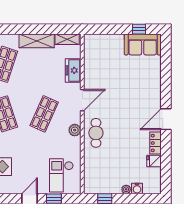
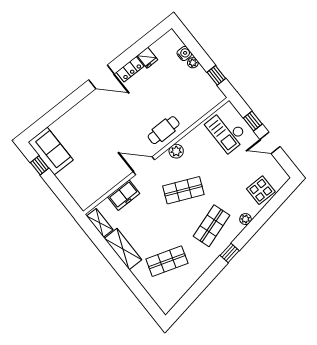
checkout: (61, 175) -> (226, 131), turned 90

